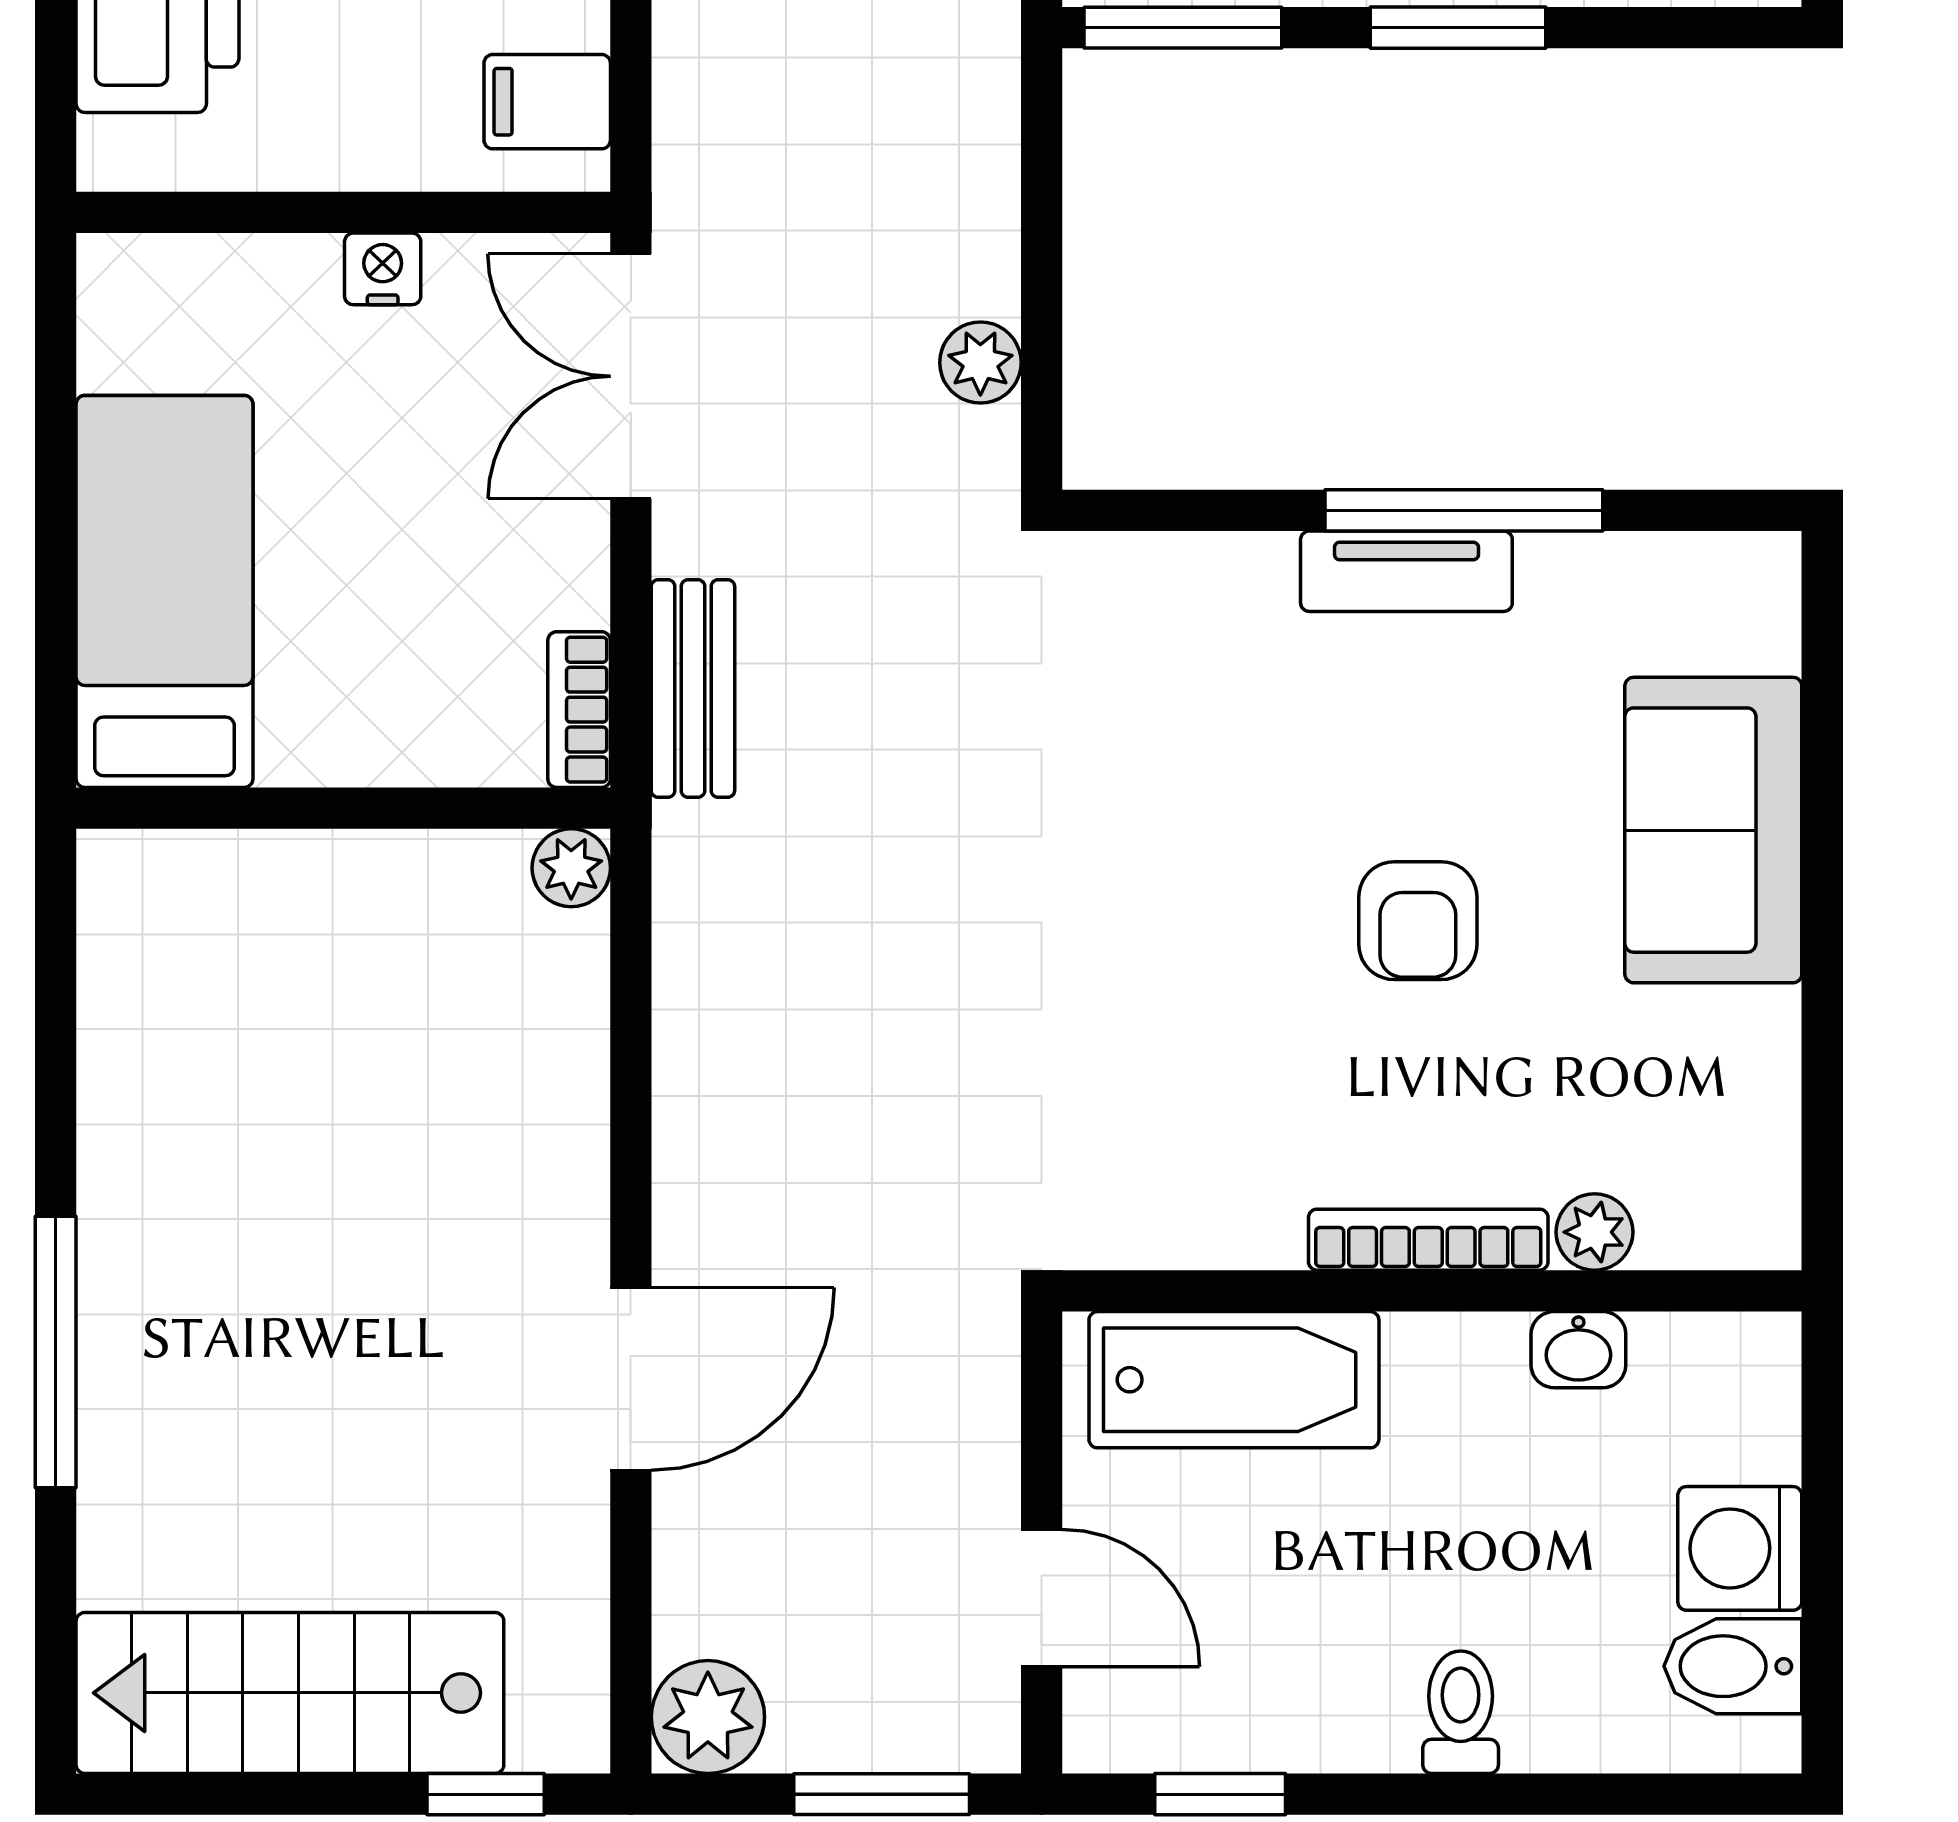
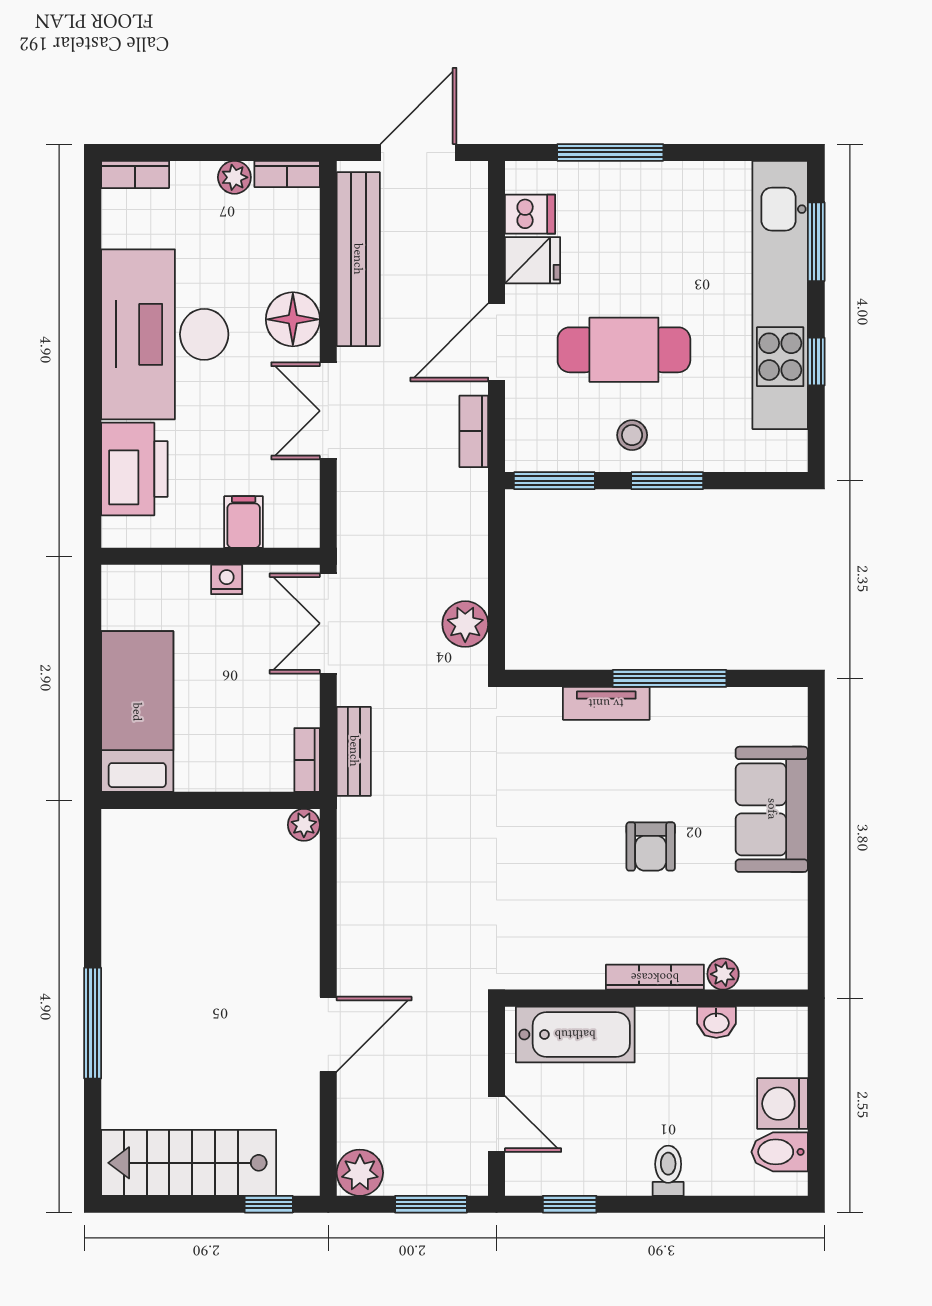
filing cabinet: (547, 102) -> (244, 522), moved, turned 90
plant: (980, 363) -> (465, 624), width x1.38, depth x1.38
tv unit: (1406, 571) -> (606, 703), moved

